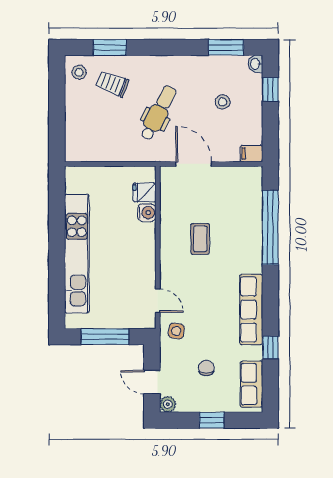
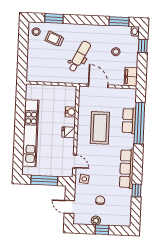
filing cabinet: (251, 154) -> (131, 77), width x2.00
fridge: (144, 192) -> (68, 132), moved
coffee table: (200, 239) -> (100, 128), width x1.86, depth x1.72
row of seats: (251, 384) -> (129, 121), moved
plant: (168, 404) -> (96, 221), moved

